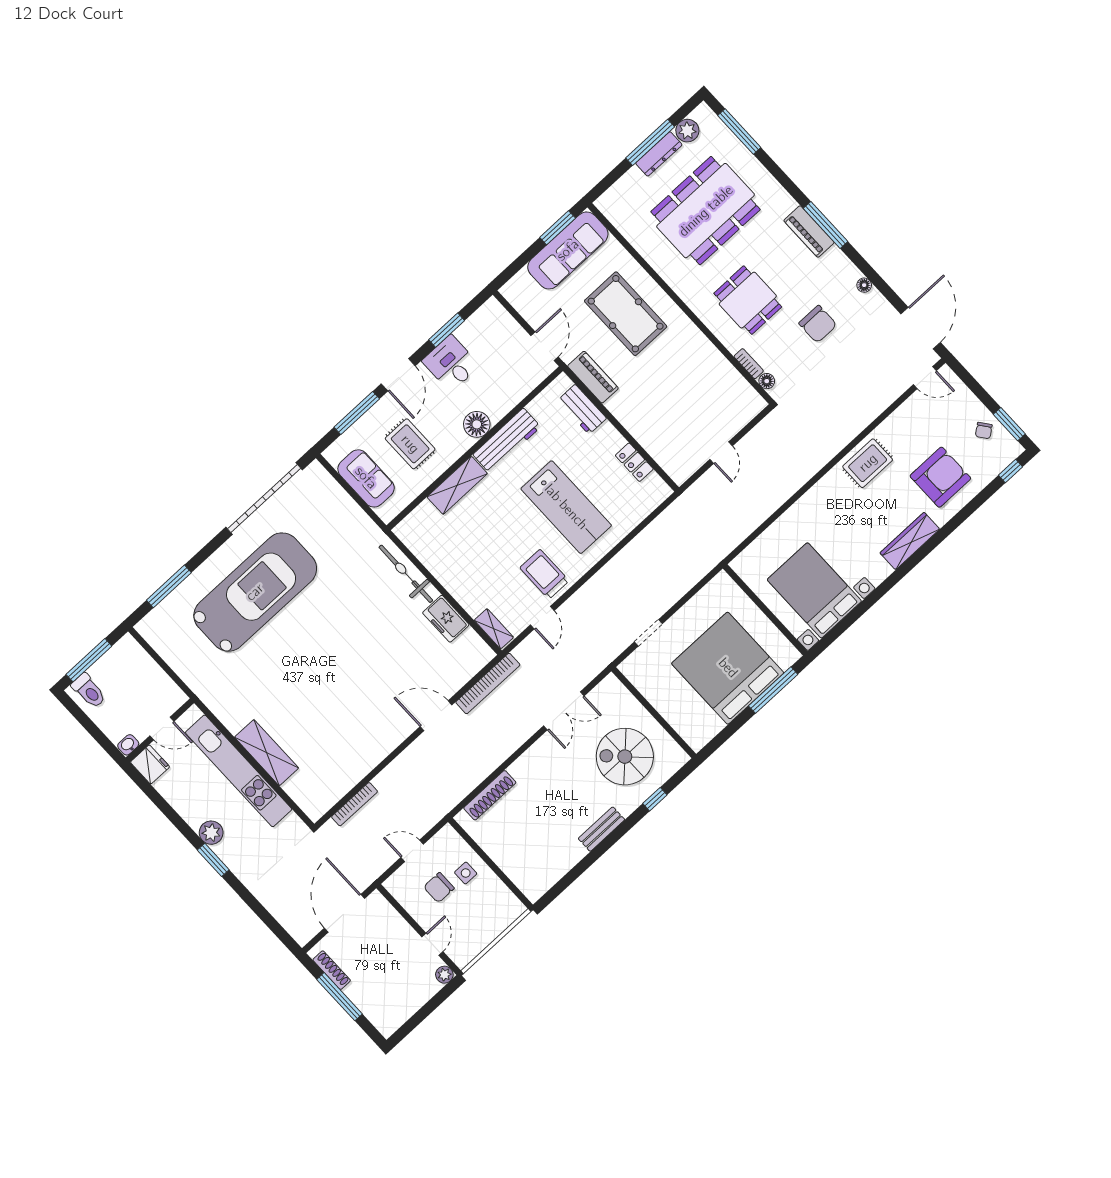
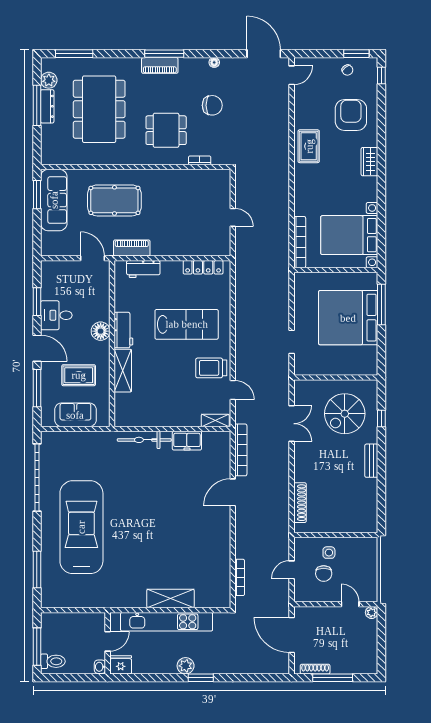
floor lamp: (767, 381) -> (217, 159), removed
workbench: (507, 441) -> (123, 330), width x0.73
locker: (634, 462) -> (203, 267), width x1.53
wardrobe: (910, 541) -> (369, 162), width x0.67
bookcase: (760, 546) -> (300, 242), added

